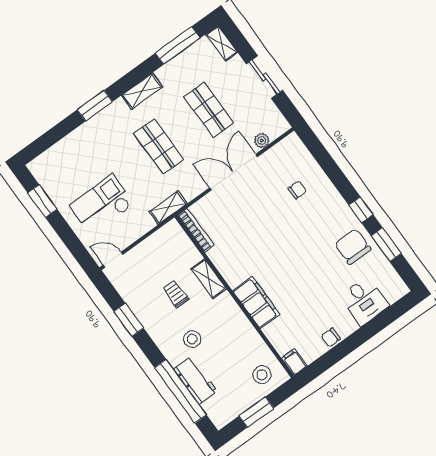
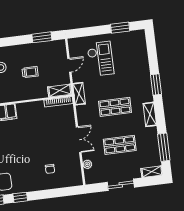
double door: (234, 172) -> (79, 140), width x0.73
door: (113, 260) -> (69, 65), moved
shelving: (209, 279) -> (60, 91), moved
window: (129, 320) -> (42, 37), moved

